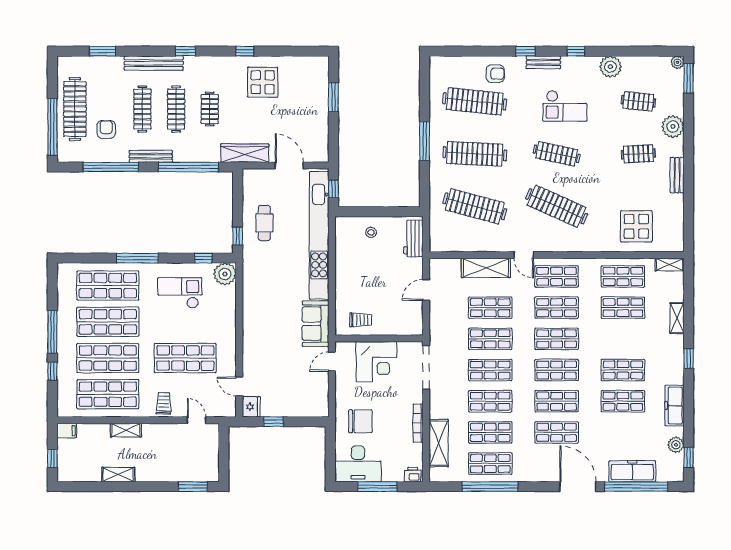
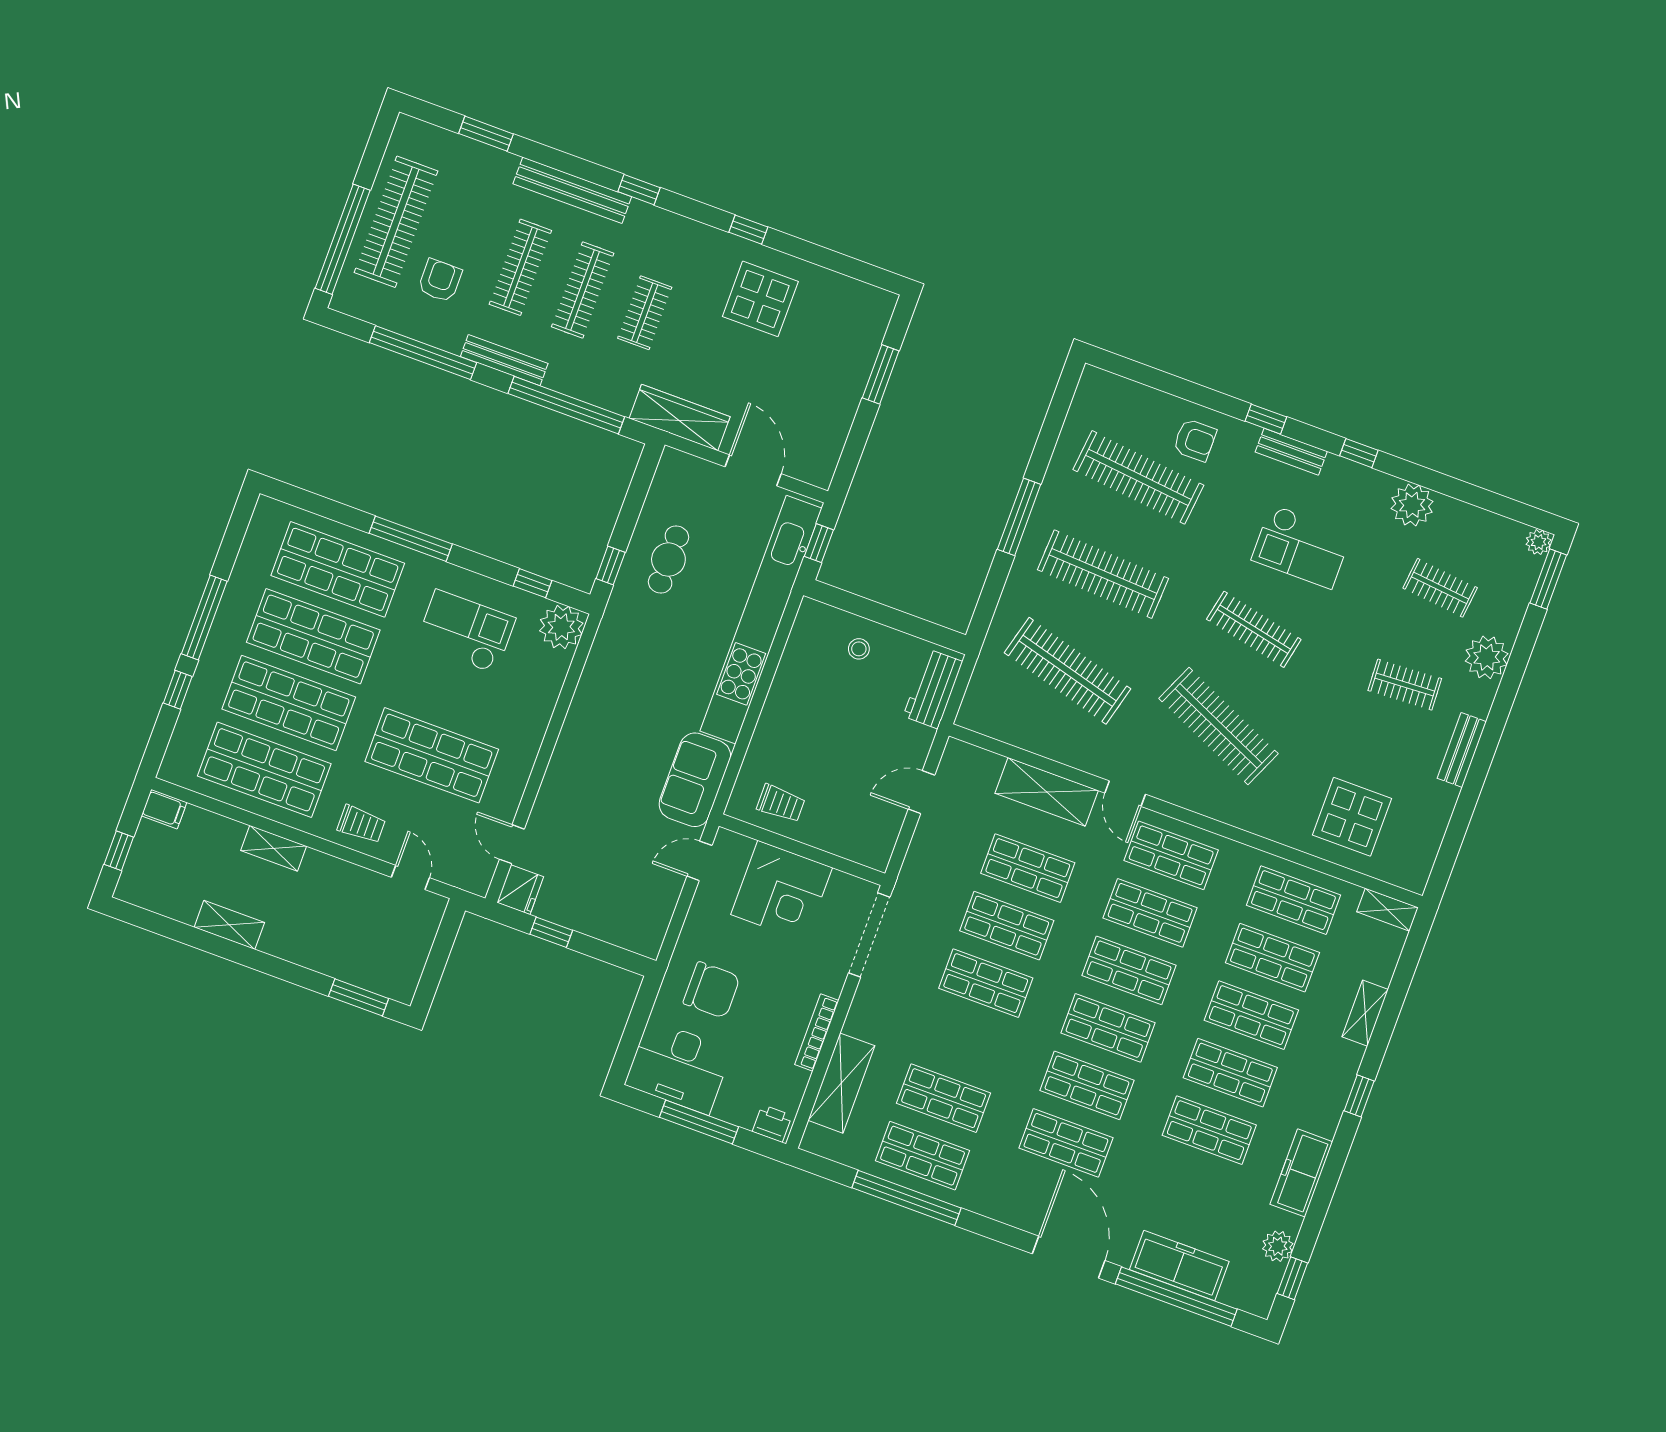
shop shelf: (490, 401) -> (1251, 1015), moved
trolley: (164, 403) -> (361, 824), turned 88

